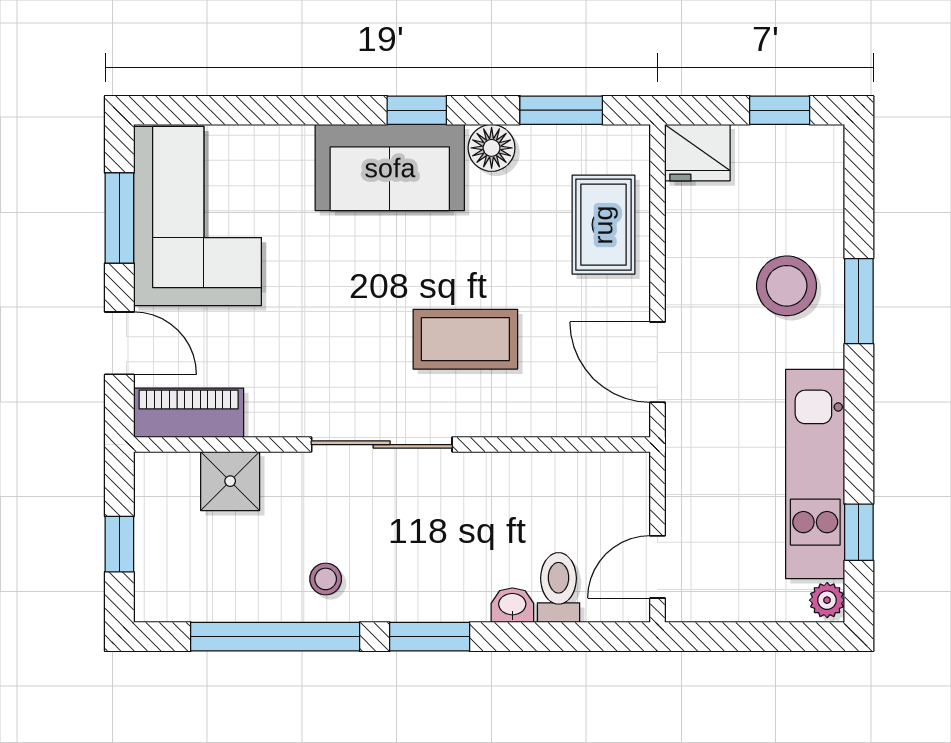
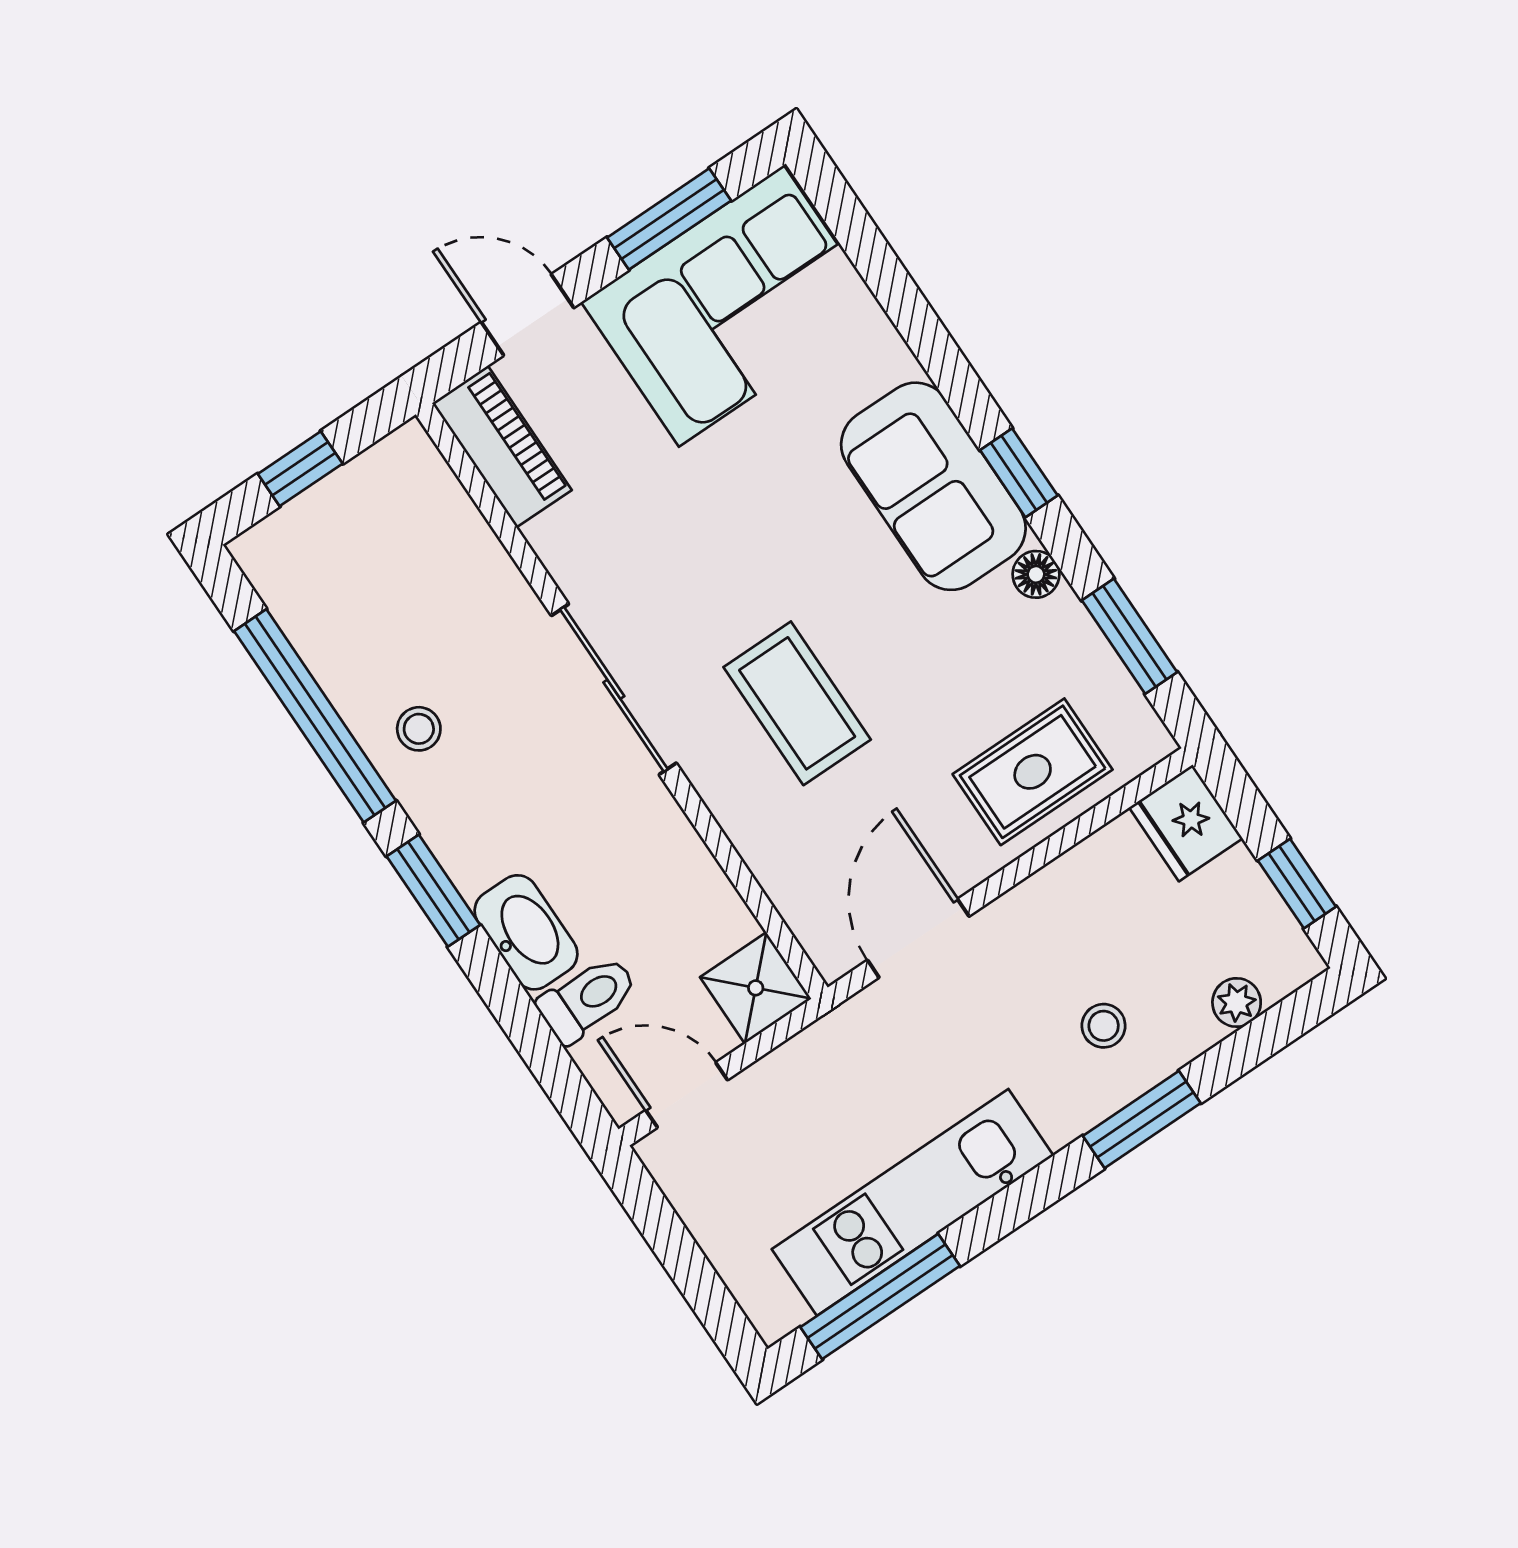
floor lamp: (492, 148) -> (1036, 574), width x0.73, depth x0.73
stool: (787, 286) -> (1104, 1026), width x0.53, depth x0.53
door: (119, 343) -> (527, 315), swing flipped
shower: (230, 481) -> (756, 988), moved
window: (859, 532) -> (880, 1297), width x2.17
plant: (827, 600) -> (1237, 1002), moved
washbasin: (512, 605) -> (526, 932), width x1.91, depth x1.45

